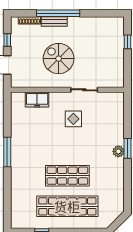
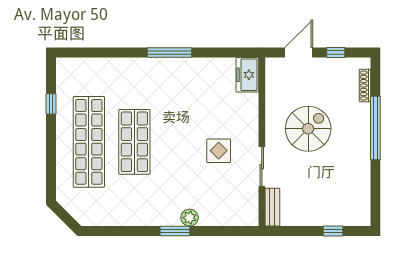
bench: (54, 21) -> (272, 207), moved
freezer: (37, 100) -> (247, 75), moved
plant: (118, 151) -> (190, 218), moved

